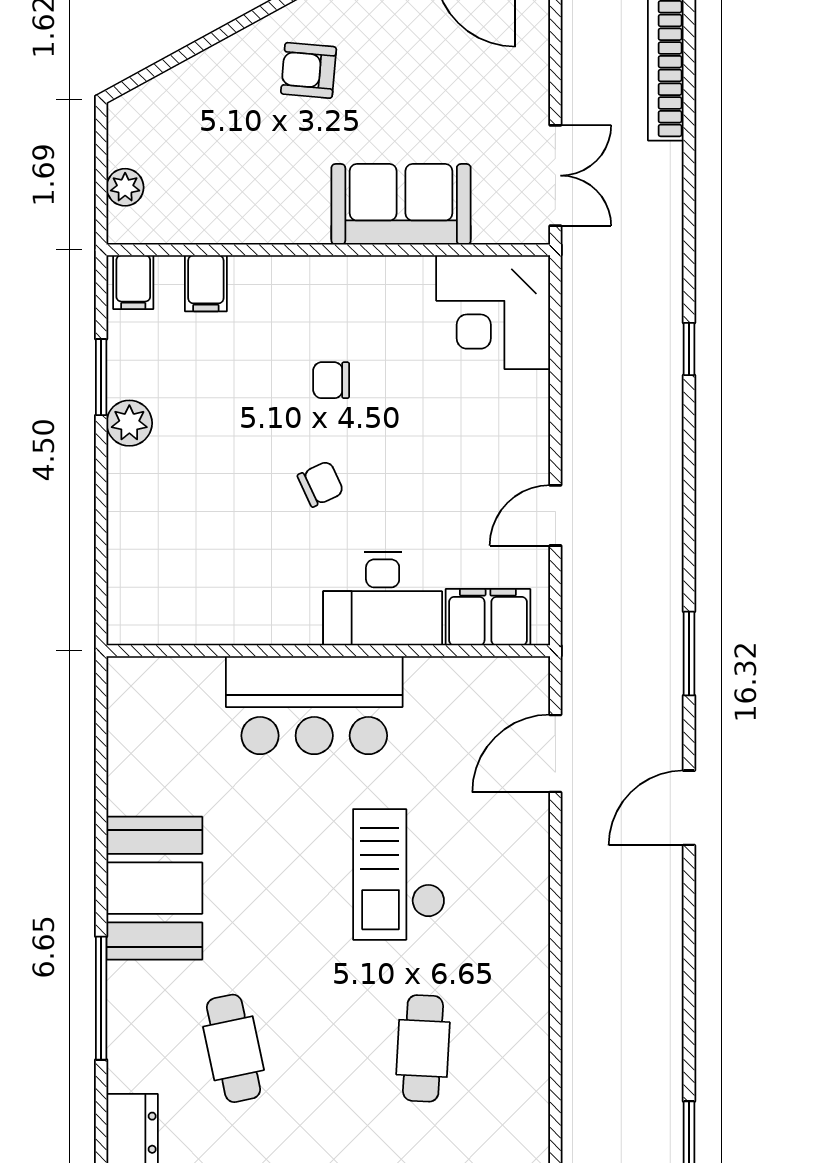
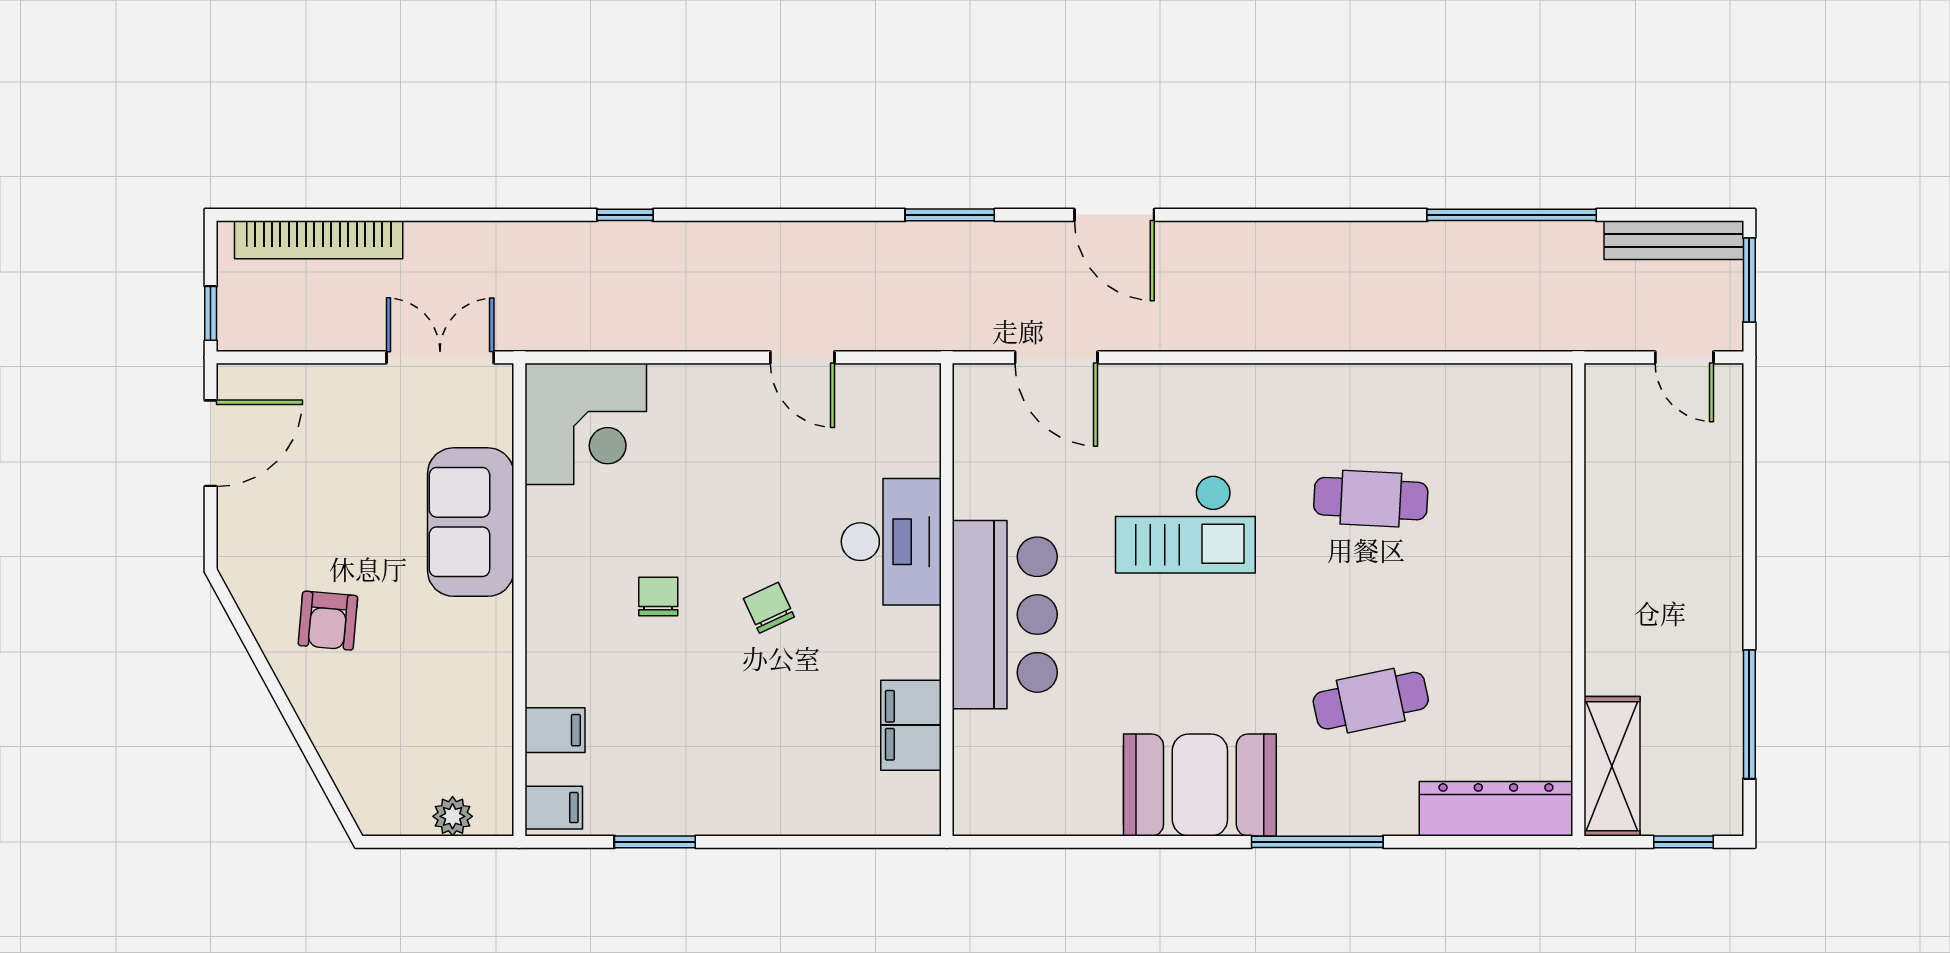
chair: (331, 380) -> (658, 597), turned 180
plant: (129, 423) -> (704, 812), removed
filing cabinet: (488, 617) -> (911, 725), moved

